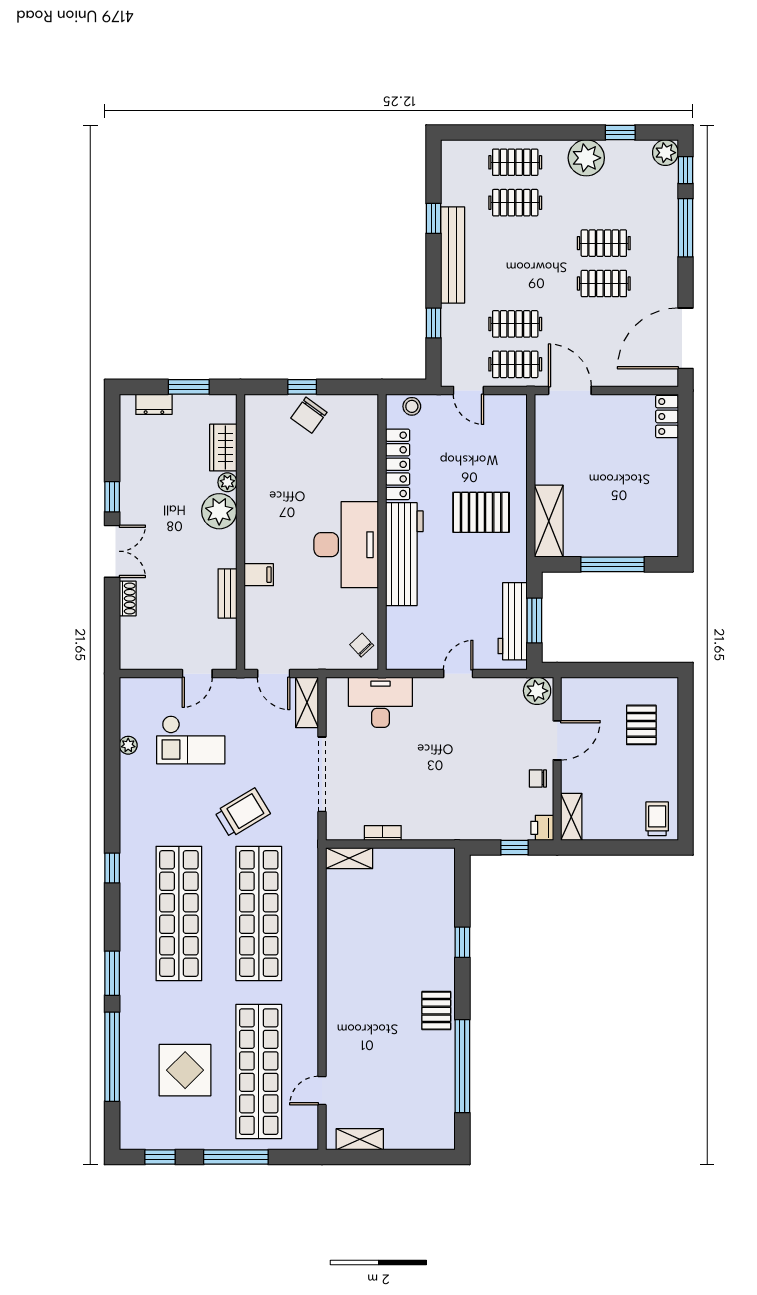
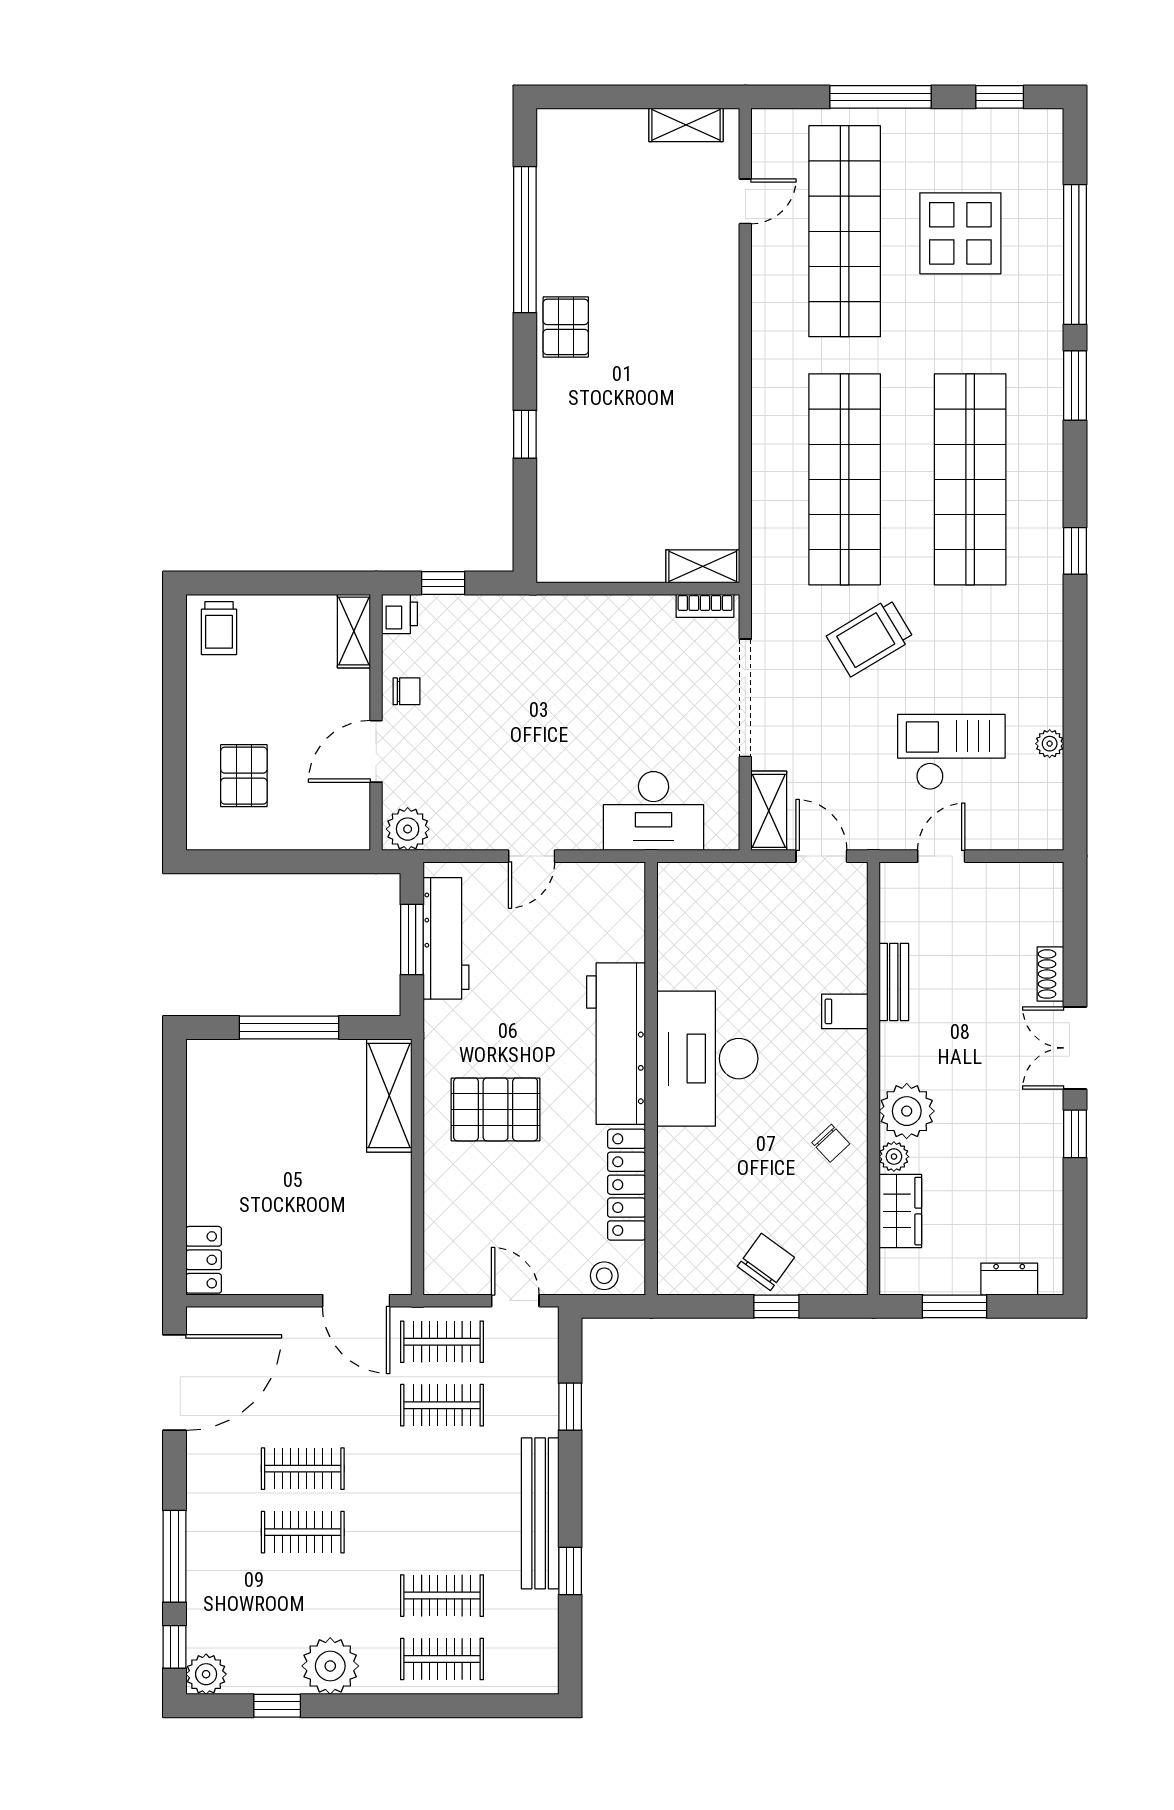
chair: (362, 645) -> (831, 1143), moved
bookcase: (383, 833) -> (705, 606), moved

